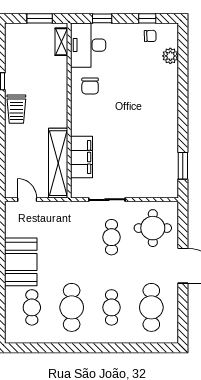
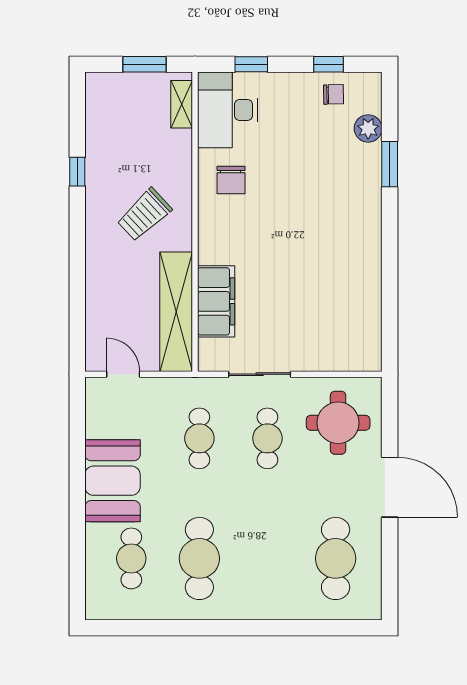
trolley: (16, 109) -> (144, 215), moved, turned 47
window: (183, 166) -> (390, 164), moved
cafe table: (111, 307) -> (199, 438), moved

